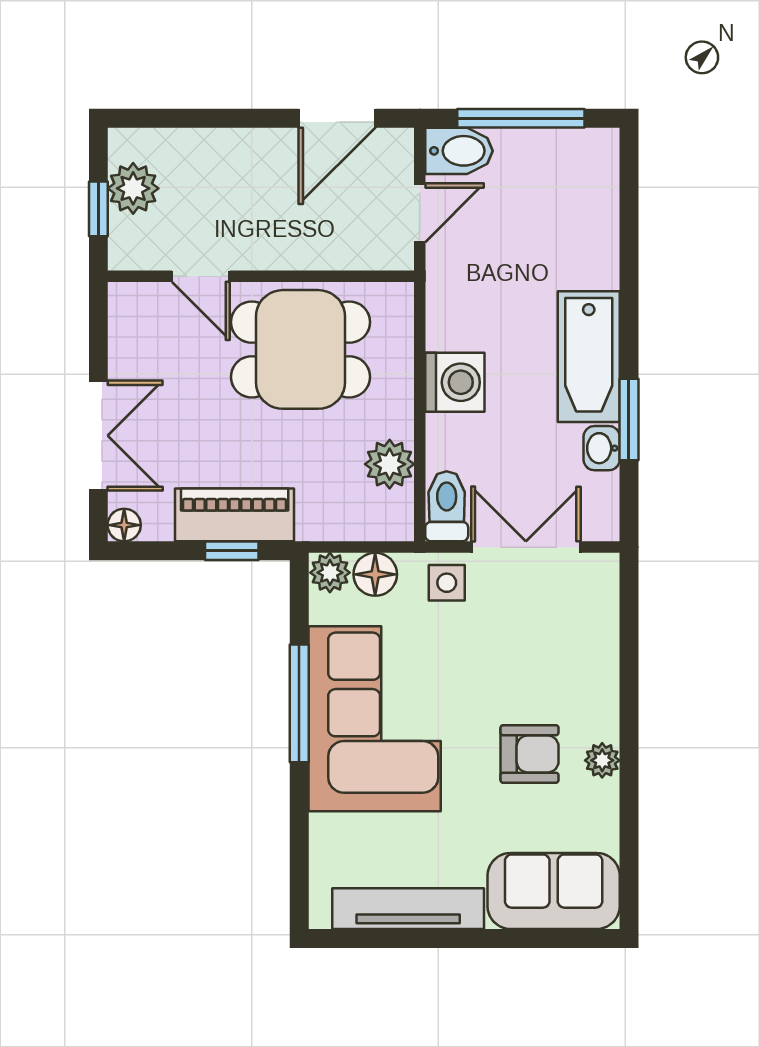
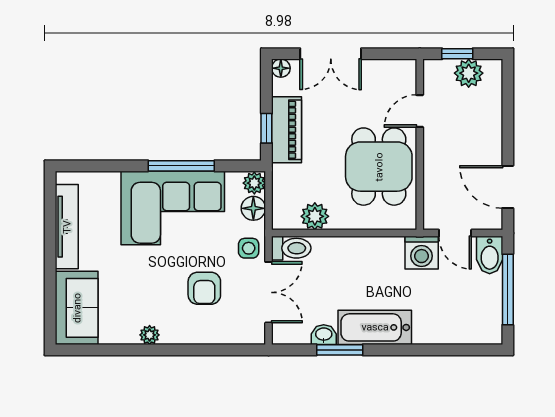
washing machine: (455, 382) -> (422, 253), moved
armchair: (529, 754) -> (204, 288), moved

